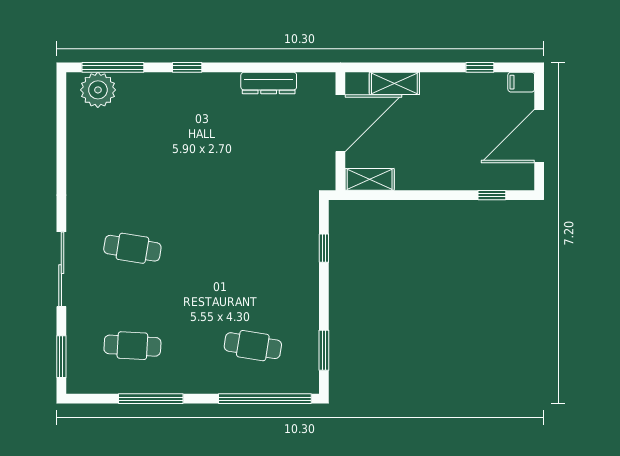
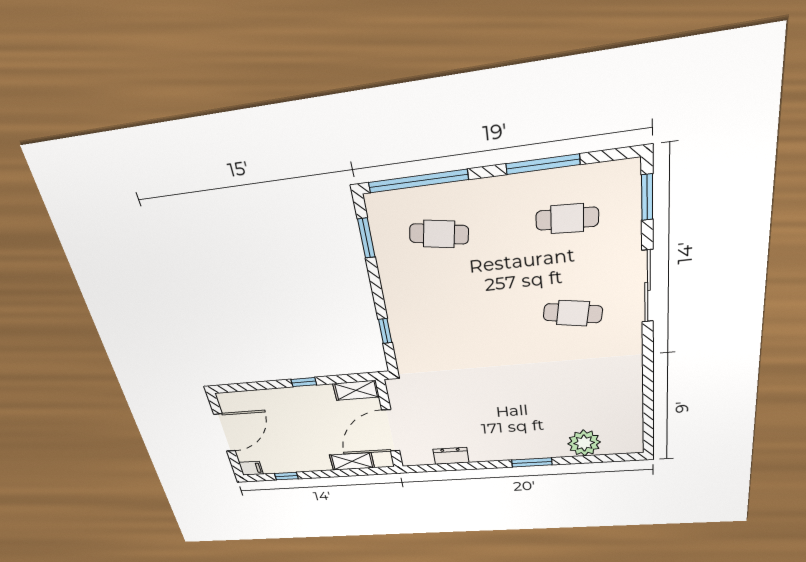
window: (113, 67) -> (600, 459), removed
window: (187, 67) -> (532, 462), width x1.50
dresser: (269, 83) -> (451, 456), width x0.70
plant: (98, 90) -> (584, 443), moved
window: (492, 195) -> (304, 382), moved

